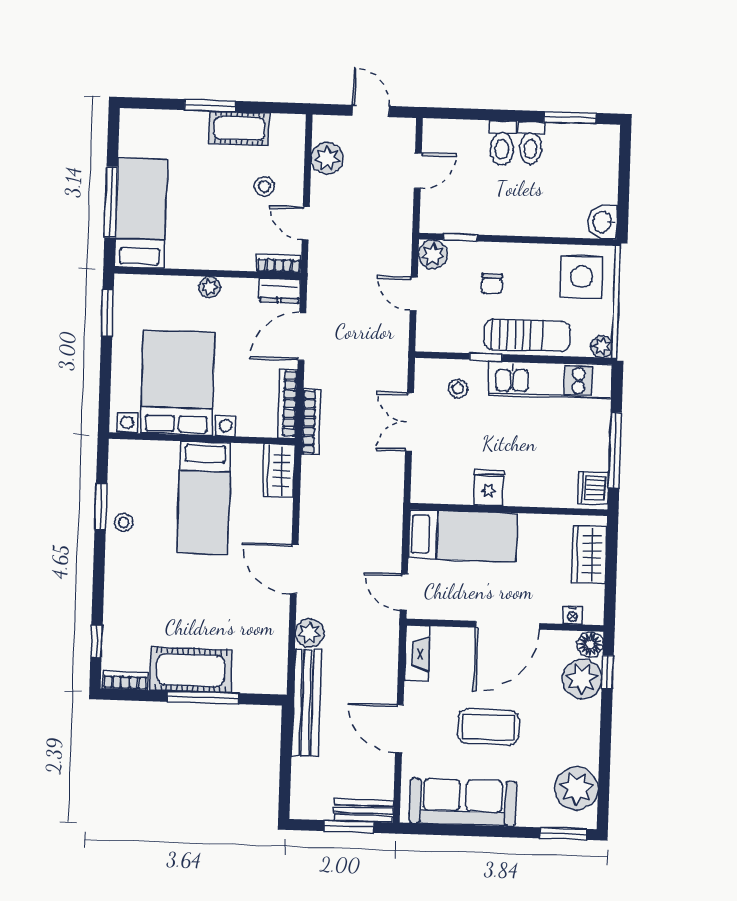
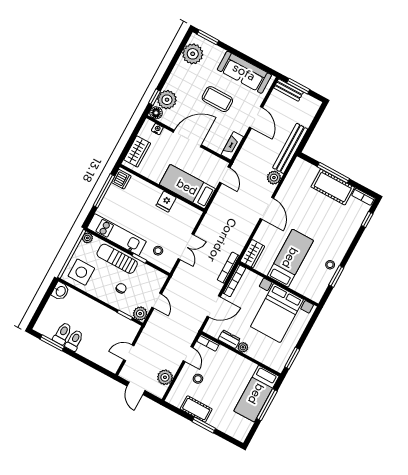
toilet: (502, 143) -> (63, 333), moved
dresser: (279, 291) -> (229, 339), moved

